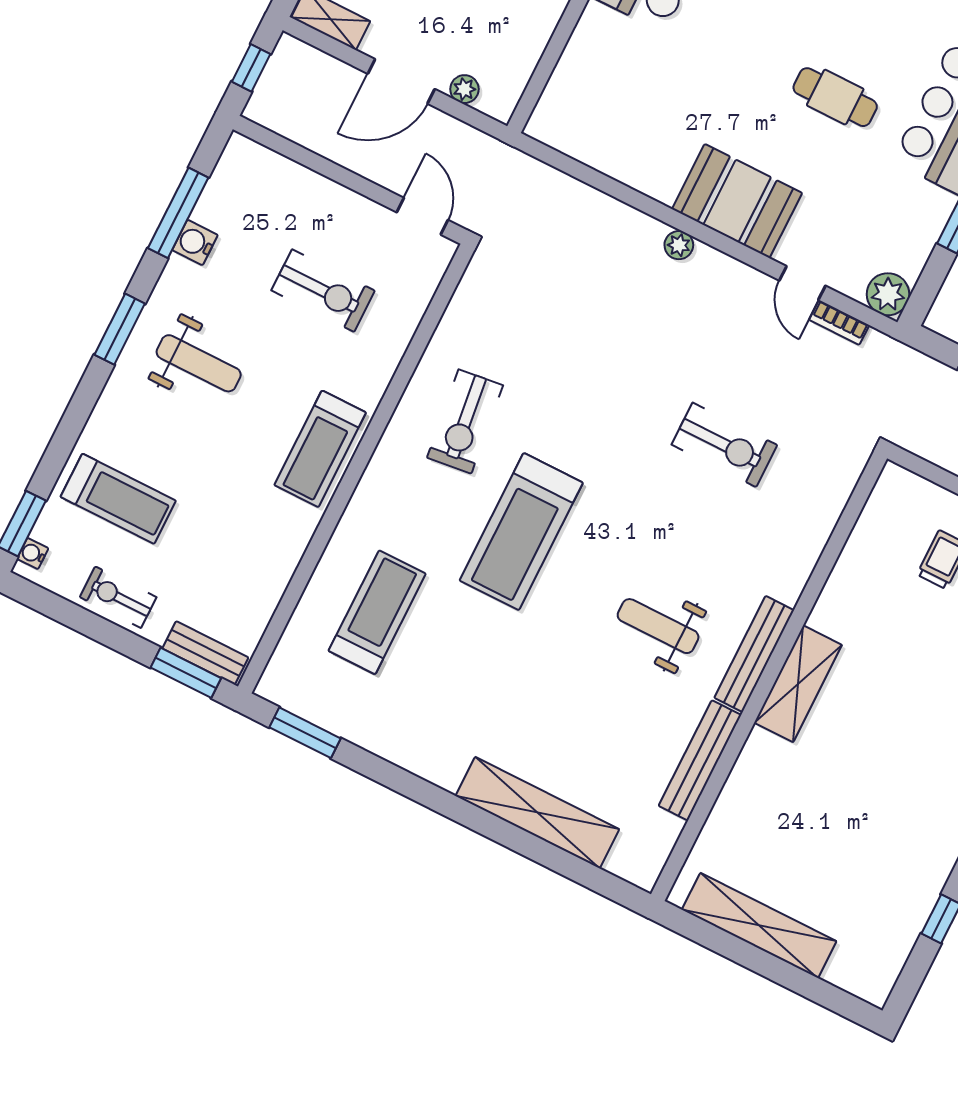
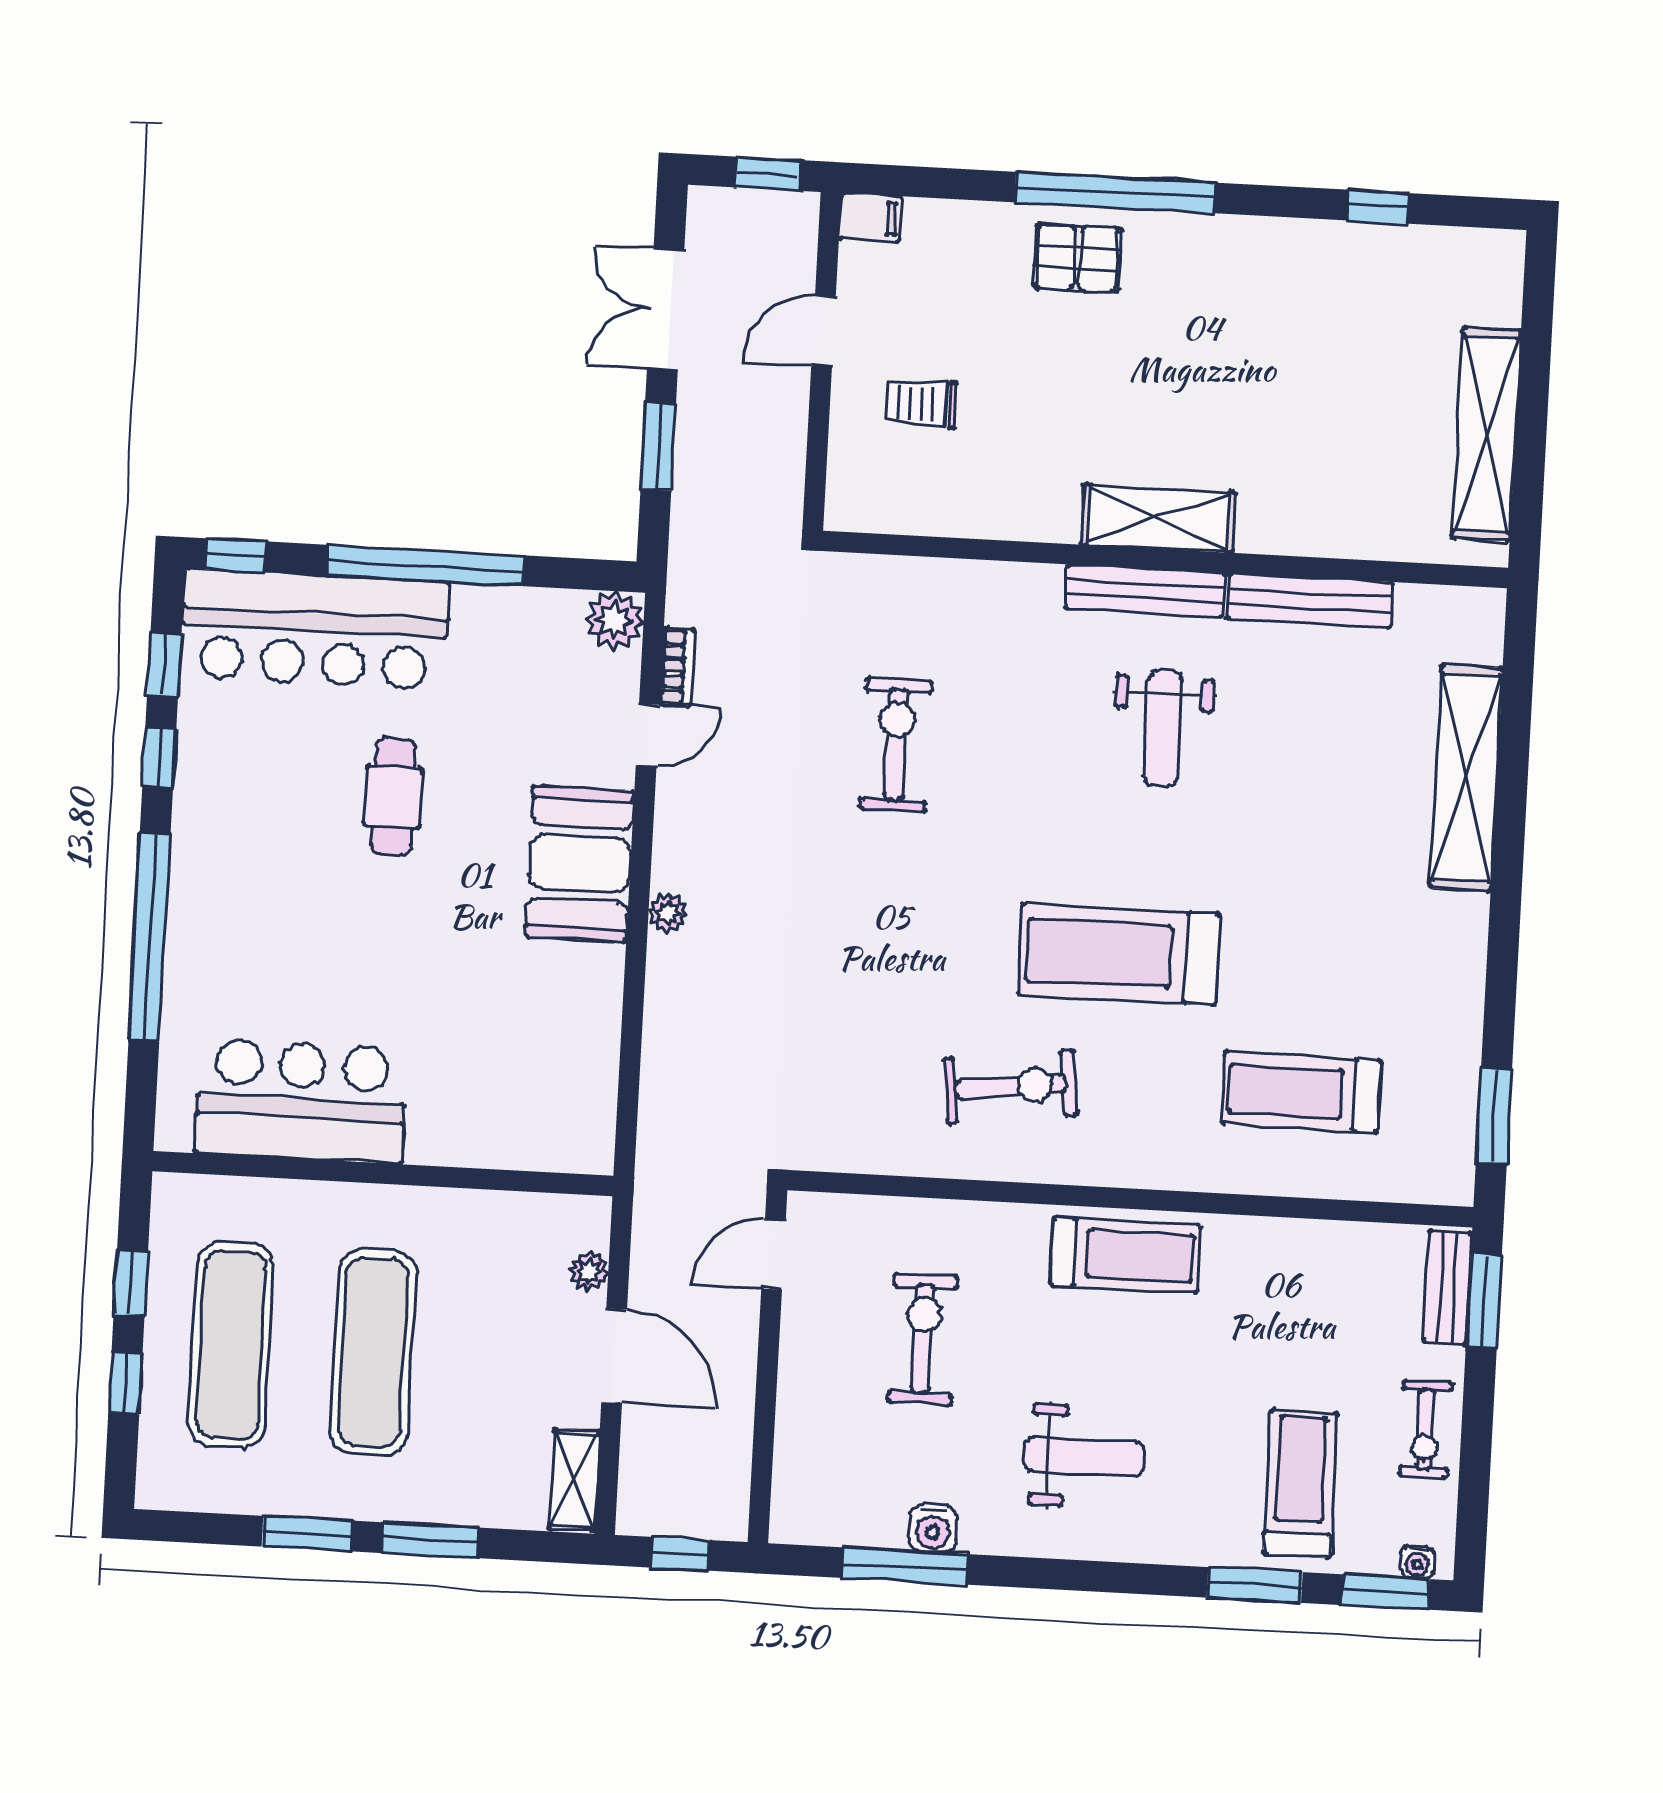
window: (120, 329) -> (1255, 1585), moved
weight bench: (199, 363) -> (1084, 1457), turned 90
treadmill: (521, 532) -> (1119, 954), turned 180

